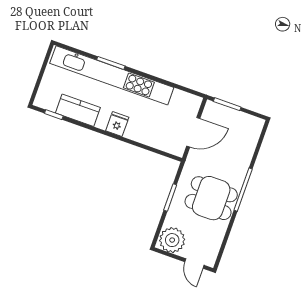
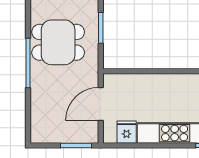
fridge: (117, 124) -> (127, 132), moved, turned 180

